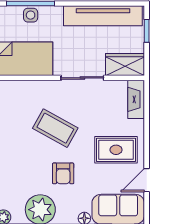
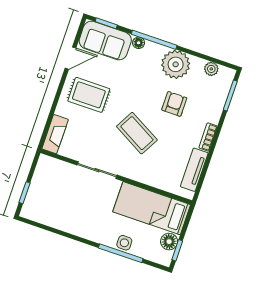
tv unit: (103, 16) -> (59, 220), removed
wardrobe: (125, 64) -> (54, 169), removed
armchair: (63, 173) -> (174, 104), moved

